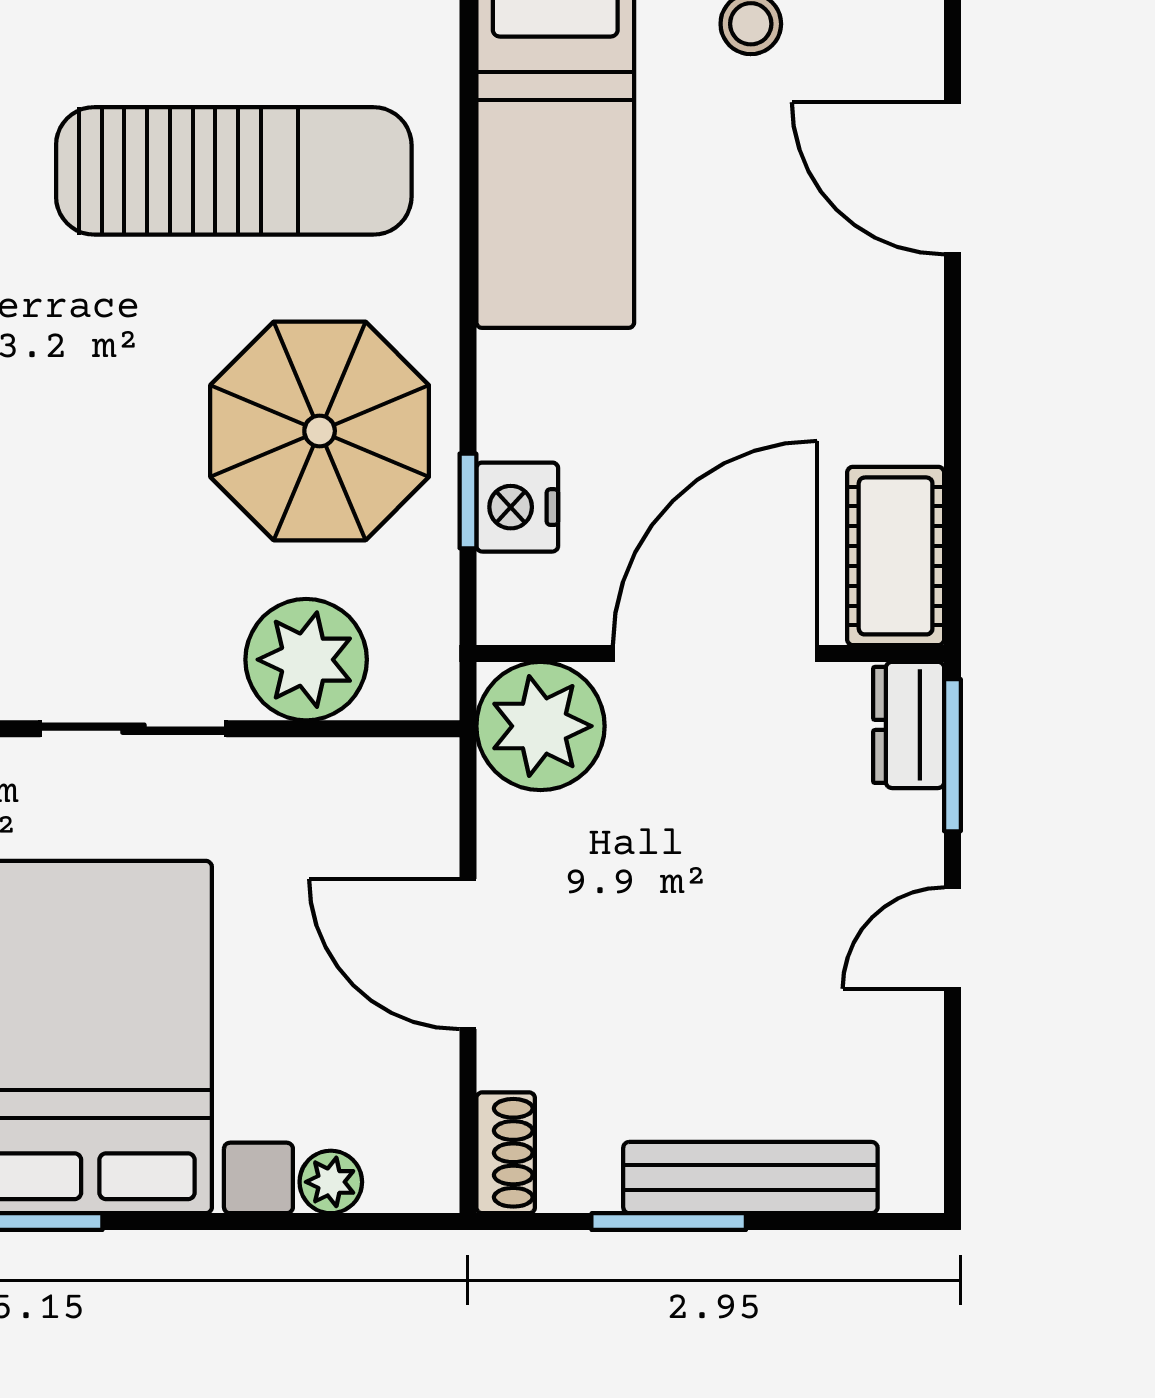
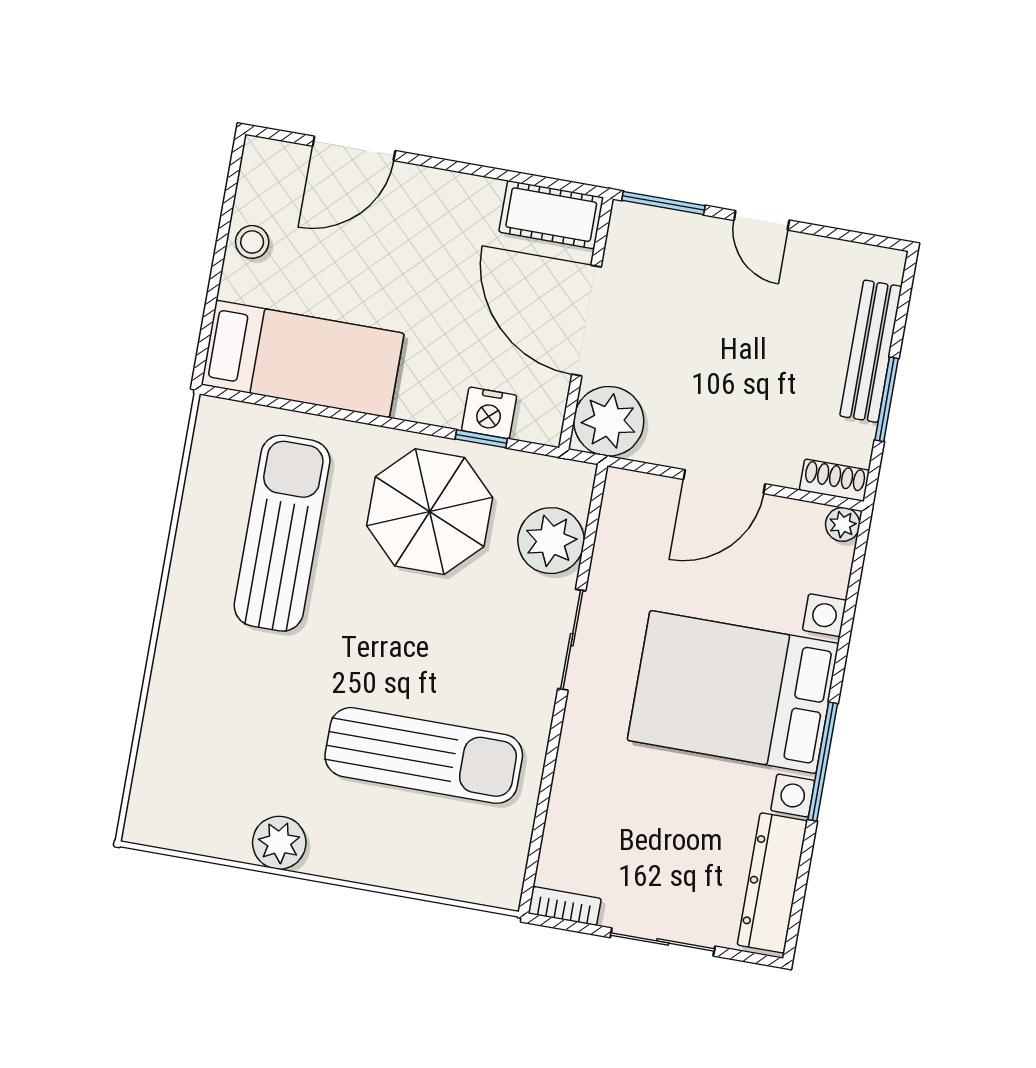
dresser: (909, 725) -> (643, 224), removed
plant: (331, 1182) -> (843, 524), moved

